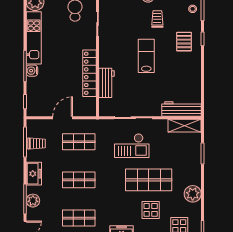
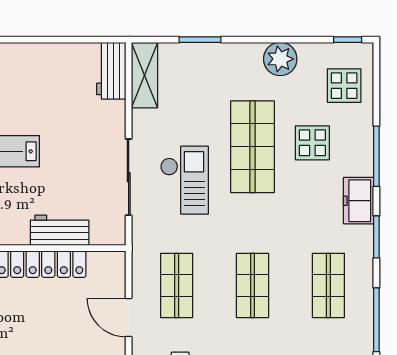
workbench: (181, 109) -> (111, 71), width x0.73

